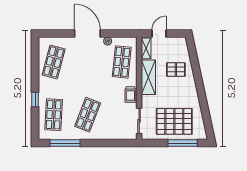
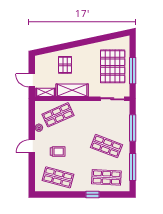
door: (87, 34) -> (32, 146), width x0.53
shop shelf: (122, 62) -> (58, 115), turned -30
trolley: (130, 94) -> (58, 151), moved
window: (107, 143) -> (133, 128), added
window: (183, 143) -> (133, 71), moved

